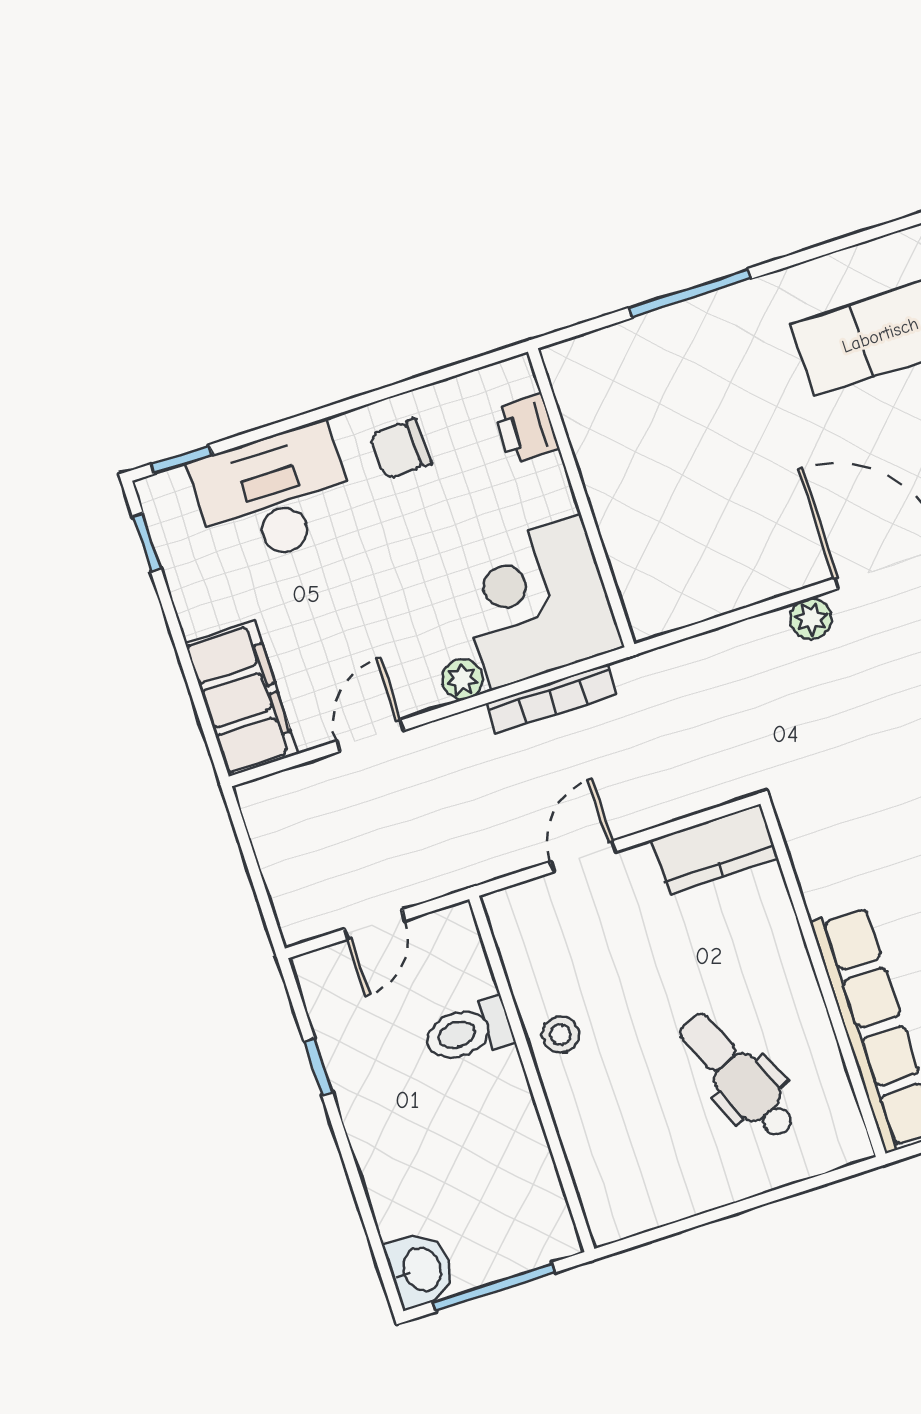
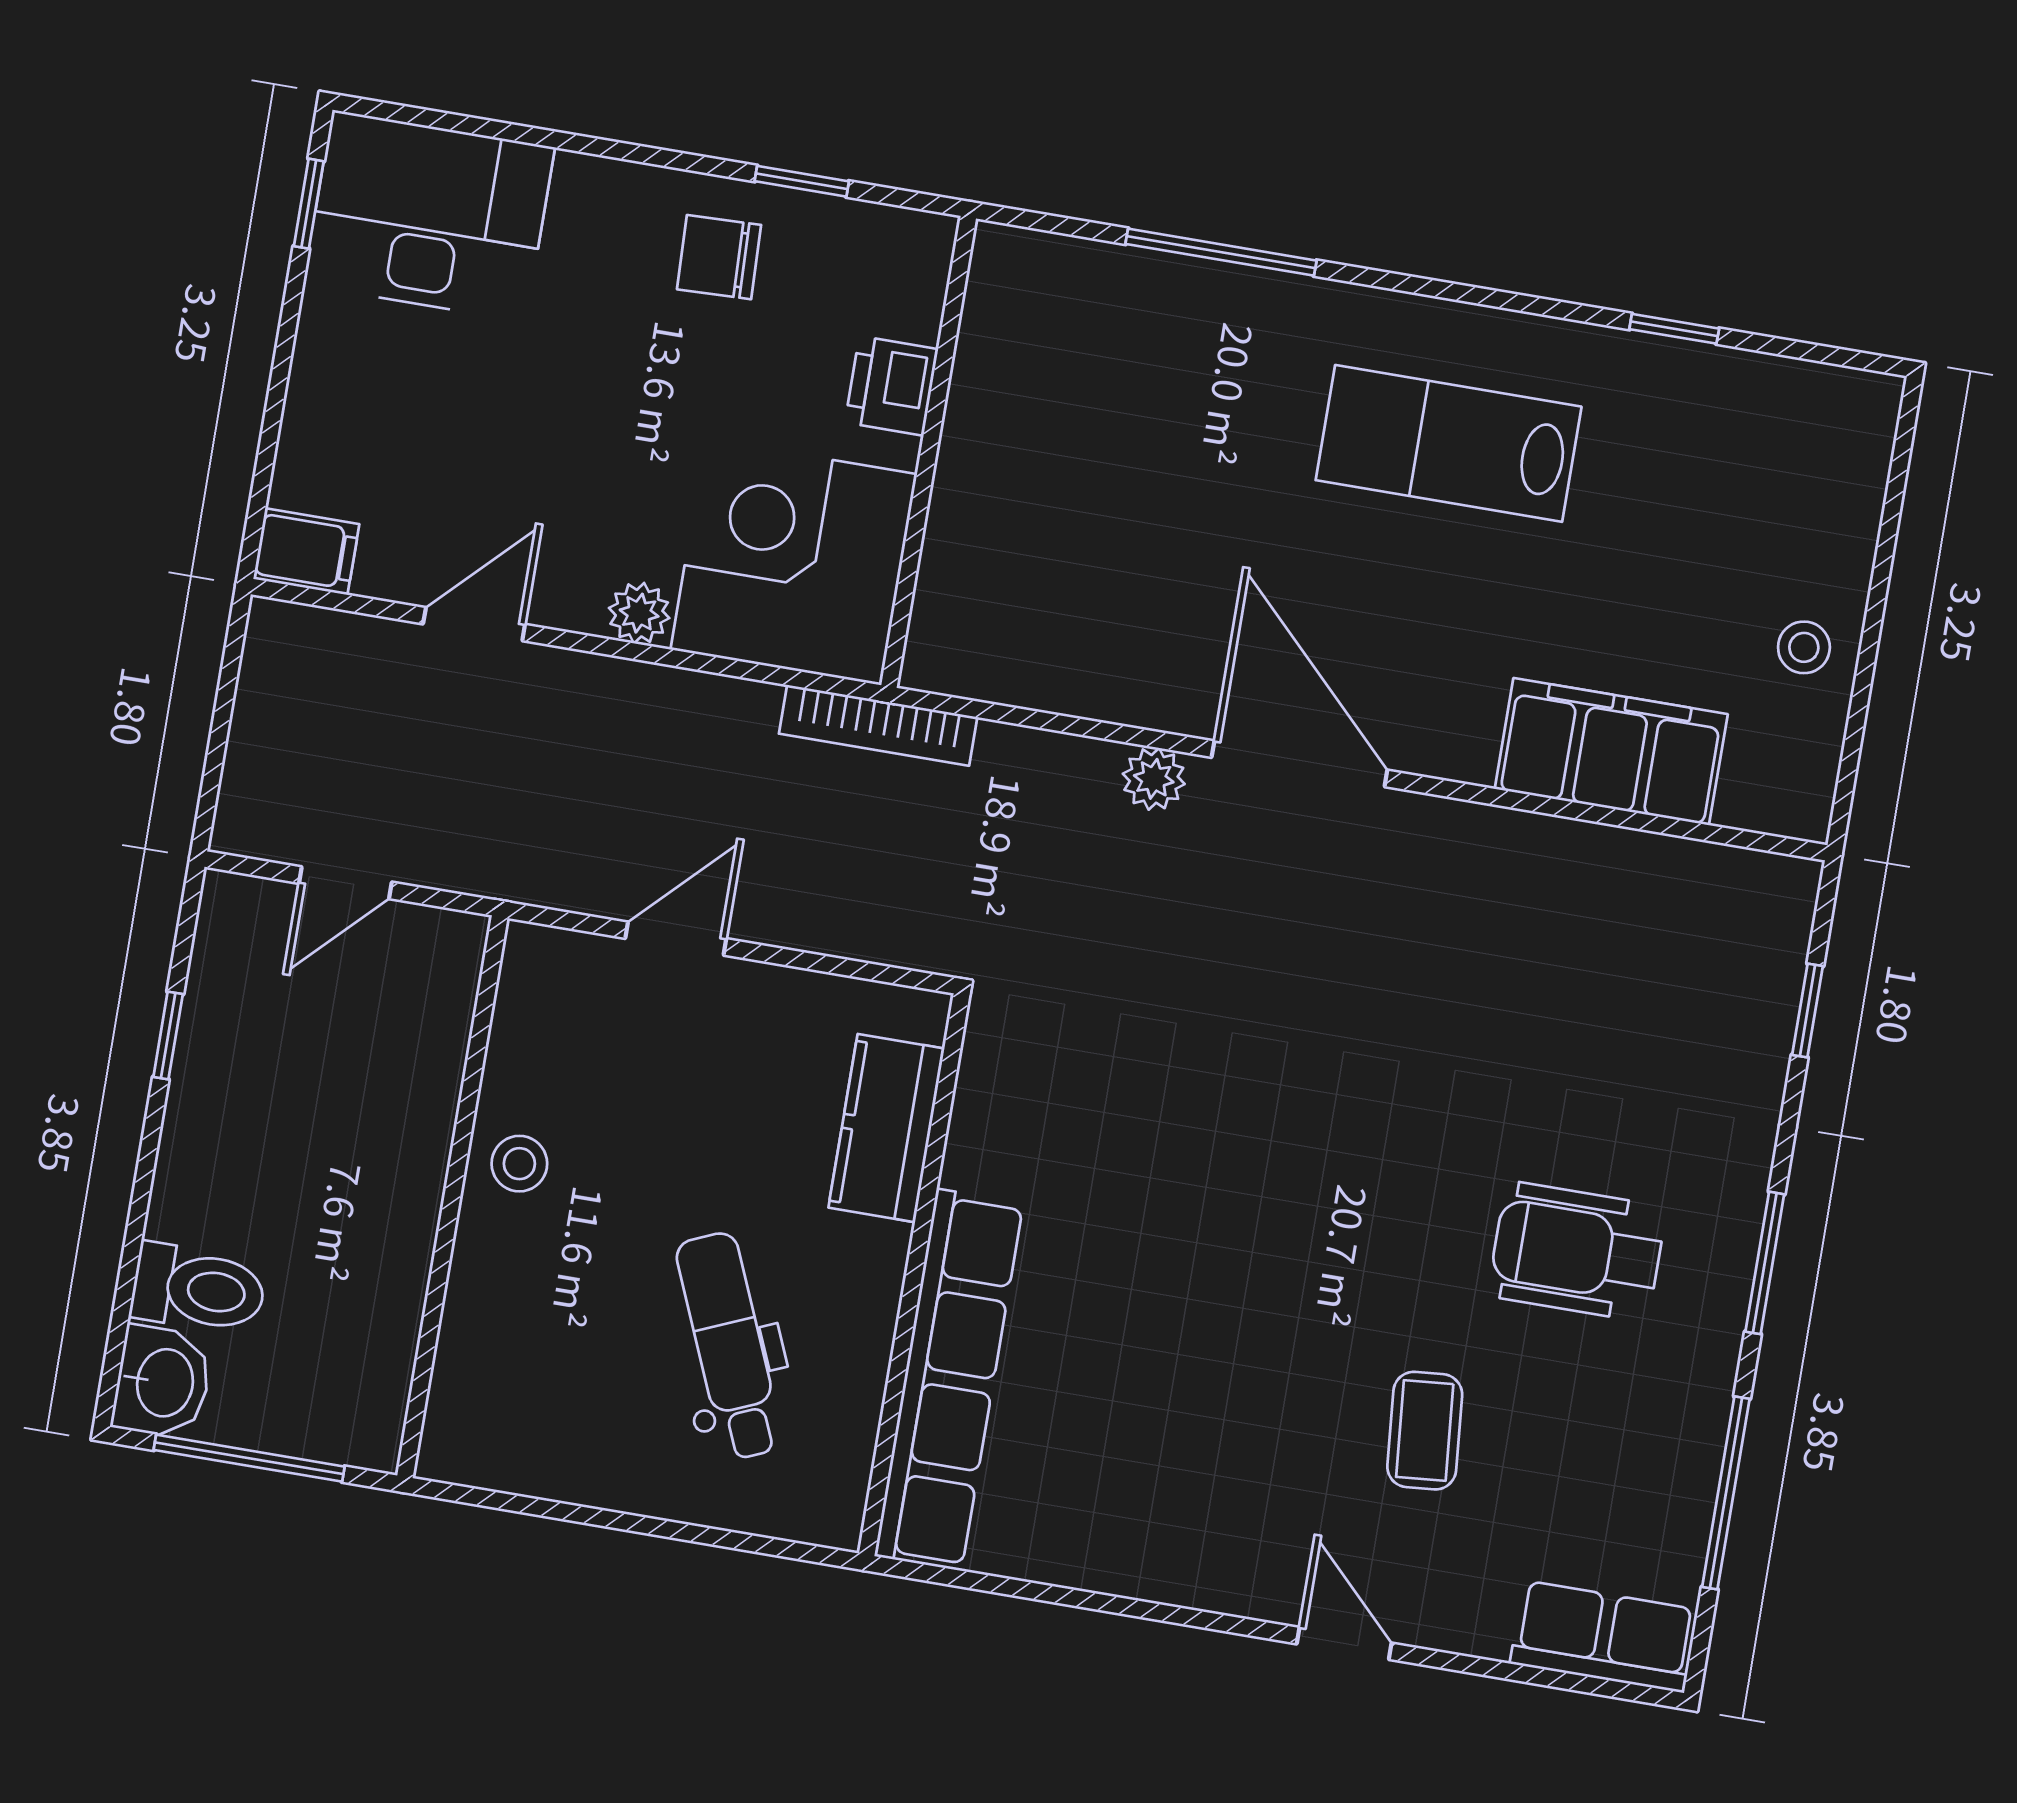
printer: (526, 429) -> (891, 386), moved
window: (182, 459) -> (802, 181), moved
desk: (273, 496) -> (429, 216), moved
filing cabinet: (242, 698) -> (306, 552), width x0.33, depth x0.86
bookcase: (552, 699) -> (878, 725), moved
kitchen counter: (715, 849) -> (886, 1128), moved, turned 90
toilet: (468, 1031) -> (198, 1289), moved, turned 180

